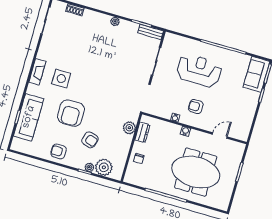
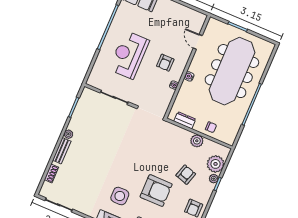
bench: (151, 32) -> (62, 151), moved
plant: (129, 128) -> (197, 141), moved
meeting table: (196, 172) -> (232, 71), width x1.36

